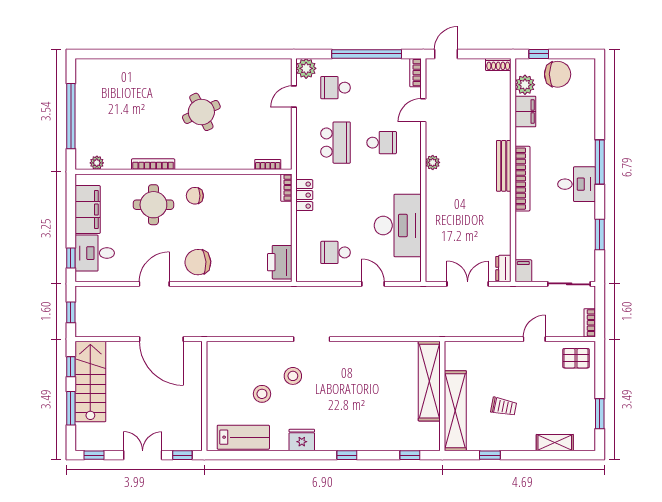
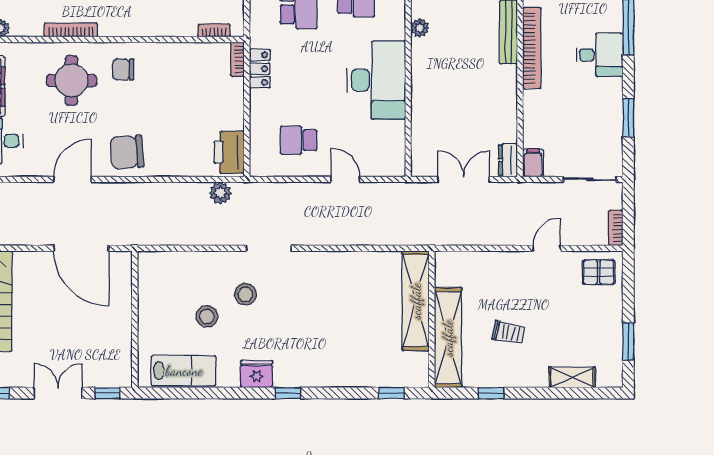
desk: (398, 225) -> (376, 80), moved
plant: (273, 295) -> (220, 193), added
window: (347, 455) -> (288, 393), moved

